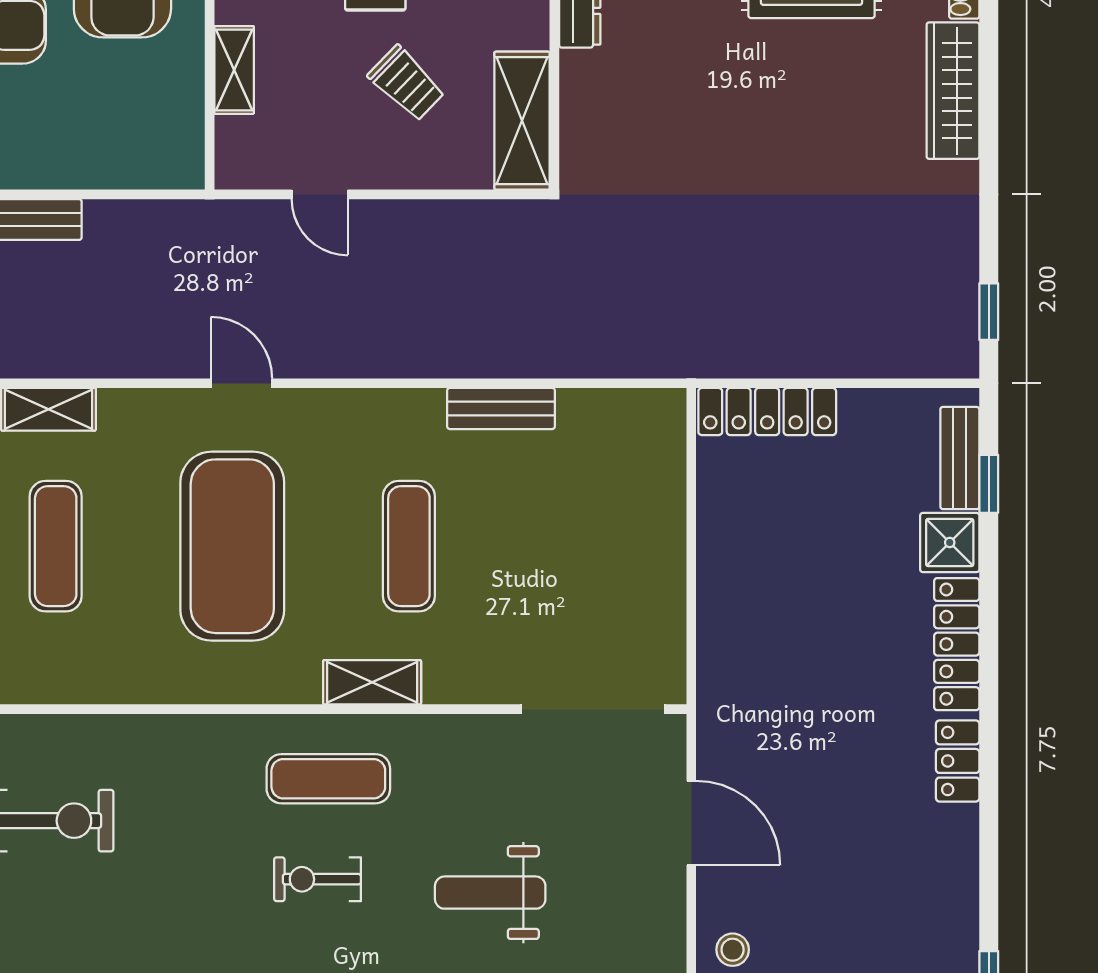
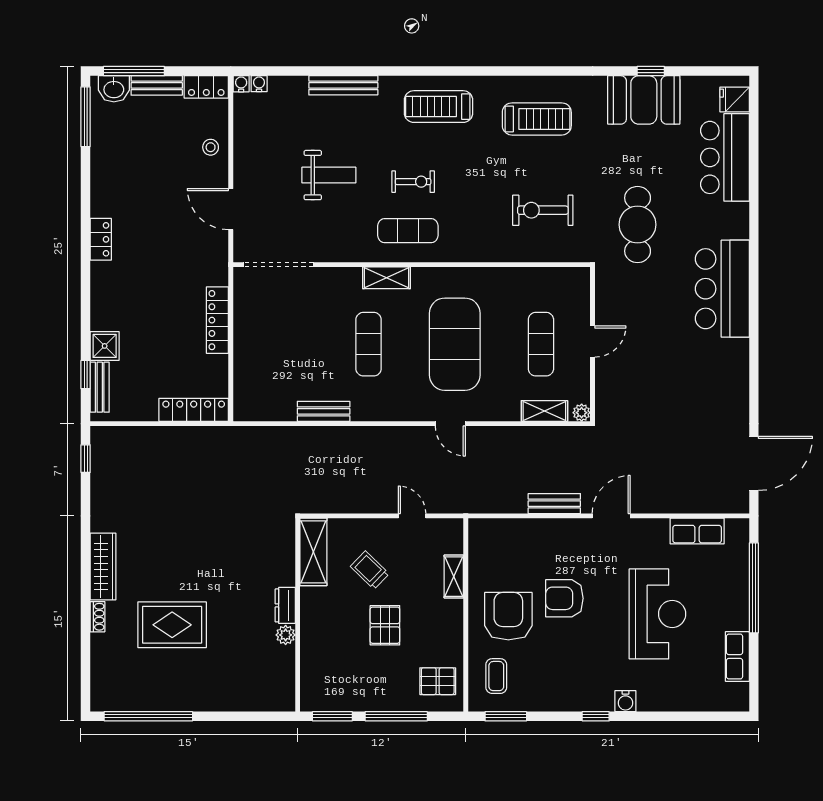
locker: (957, 644) -> (217, 320), moved, turned 180

